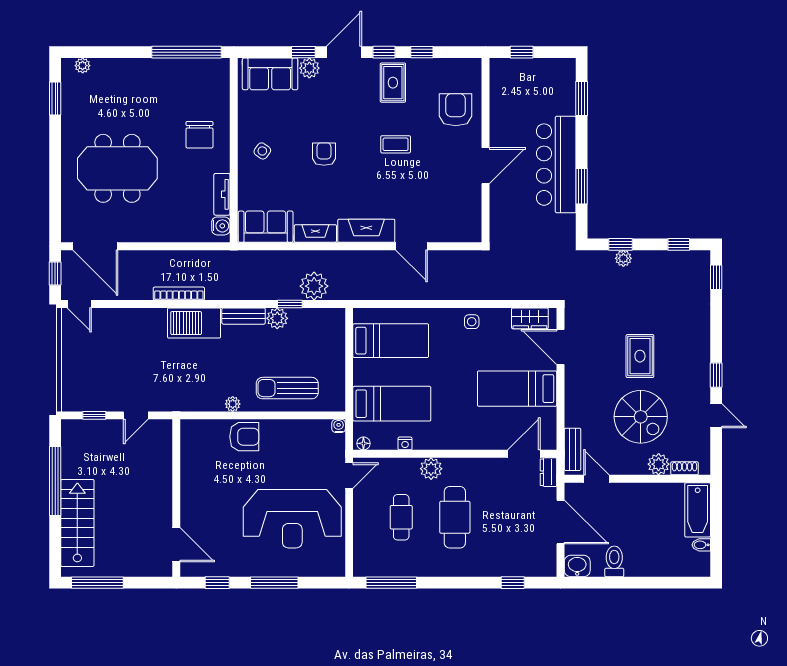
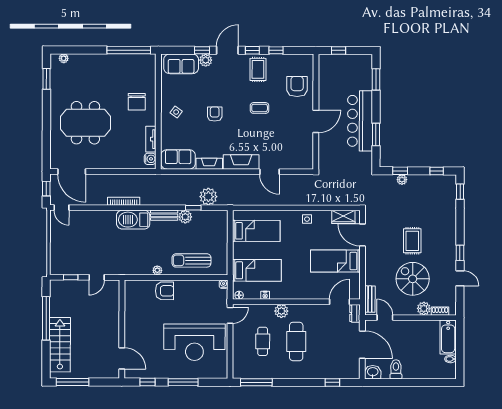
spiral stairs: (641, 417) -> (413, 279), turned 180

